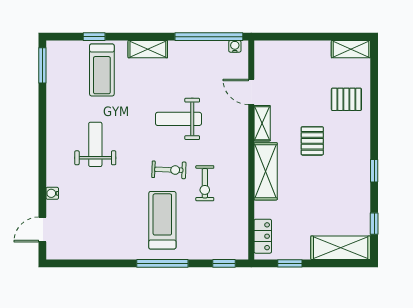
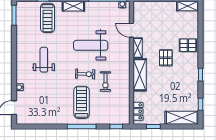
pallet: (346, 99) -> (188, 45), moved
weight bench: (178, 119) -> (91, 45), width x1.36, depth x1.33

